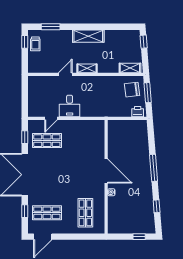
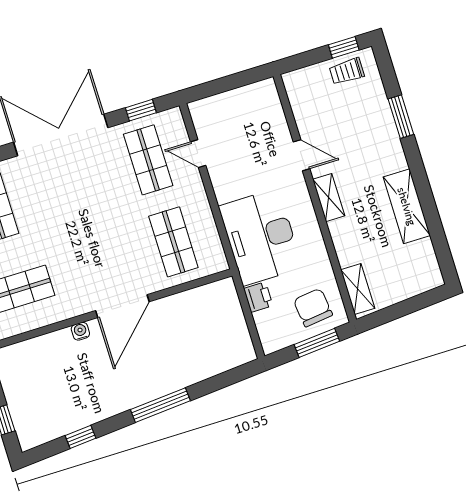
window: (51, 27) -> (401, 117), moved
shelving: (88, 36) -> (407, 206), moved
window: (144, 42) -> (423, 301), removed
desk: (70, 106) -> (261, 237), moved, width x1.87, depth x1.30
printer: (138, 112) -> (258, 297), moved
shop shelf: (85, 141) -> (173, 242), added

